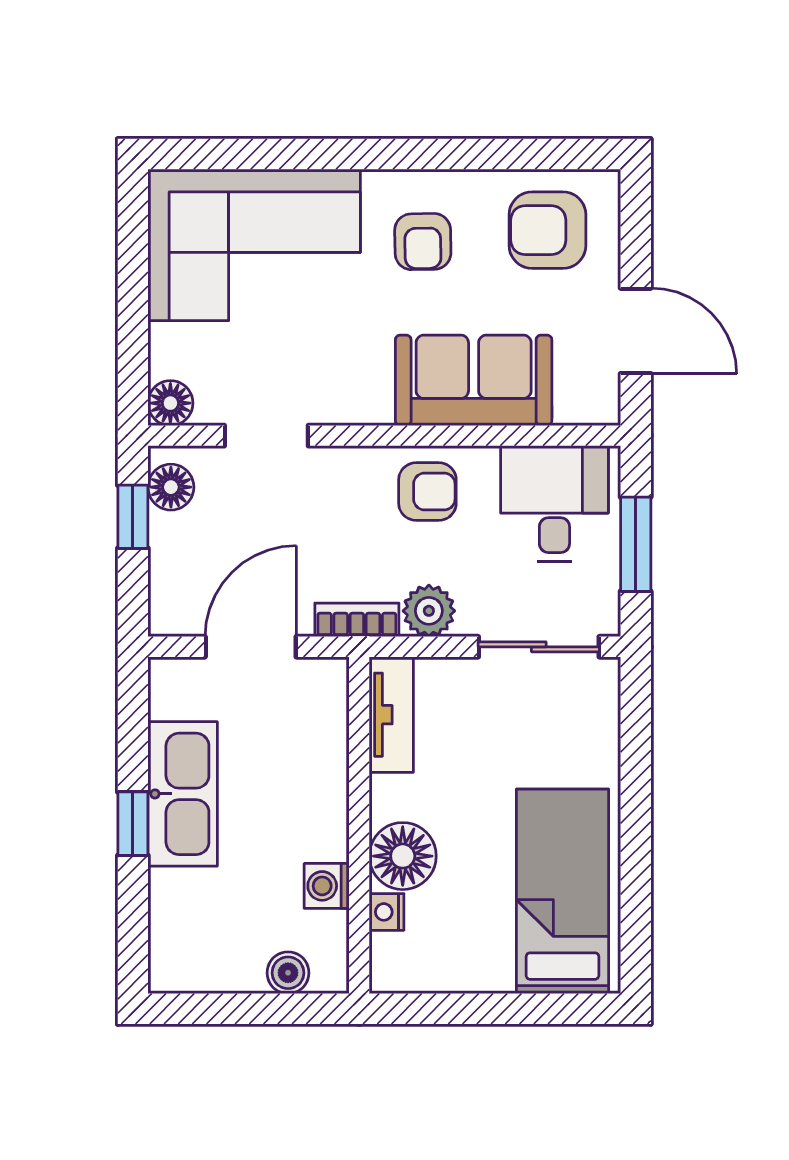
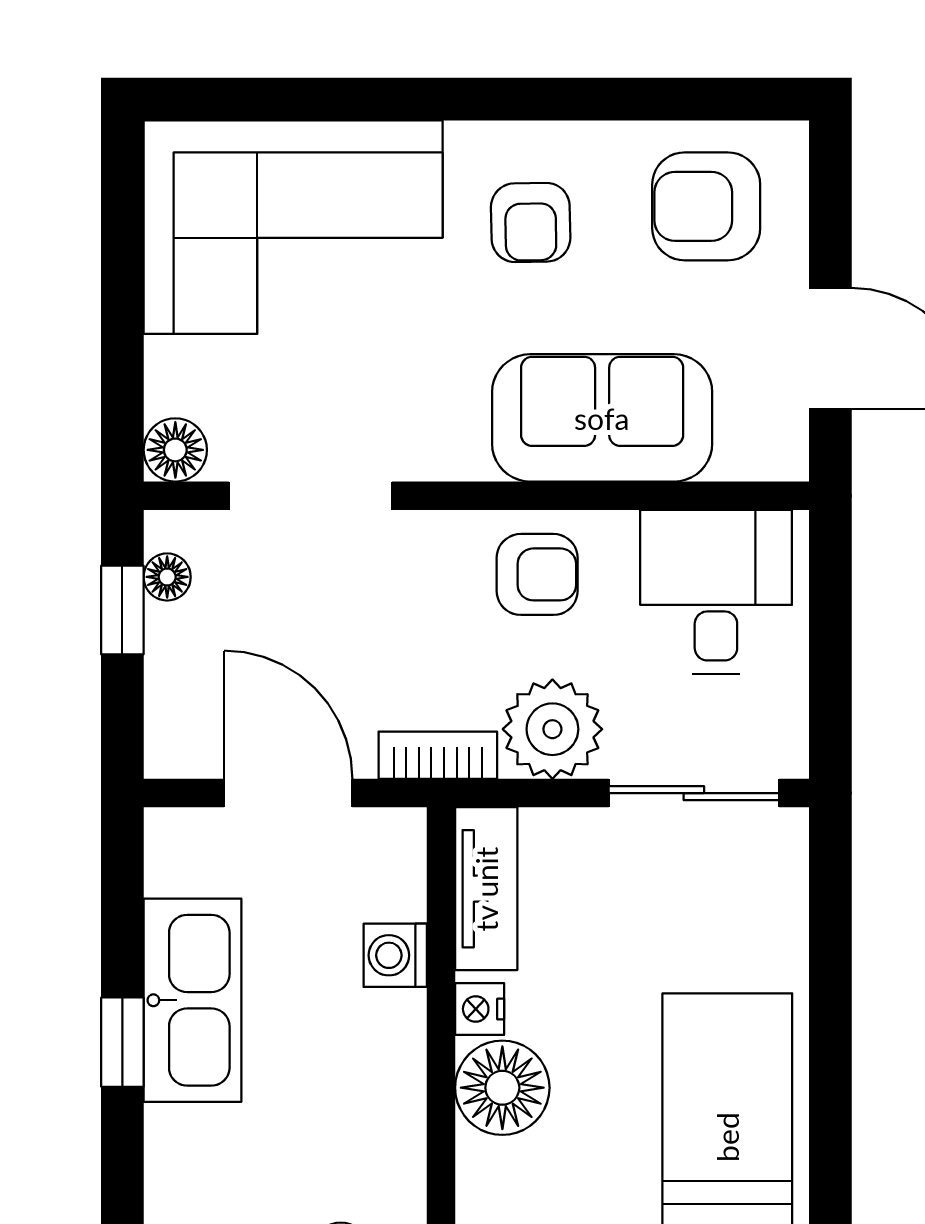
doorway: (266, 436) -> (310, 496), width x1.38
floor lamp: (171, 487) -> (167, 577), width x0.73, depth x0.73
window: (636, 544) -> (830, 649), removed
plant: (429, 611) -> (552, 729), width x1.36, depth x1.36
door: (251, 647) -> (288, 793), hinge flipped
washing machine: (327, 886) -> (395, 955), moved
nightstand: (387, 912) -> (480, 1009), moved

